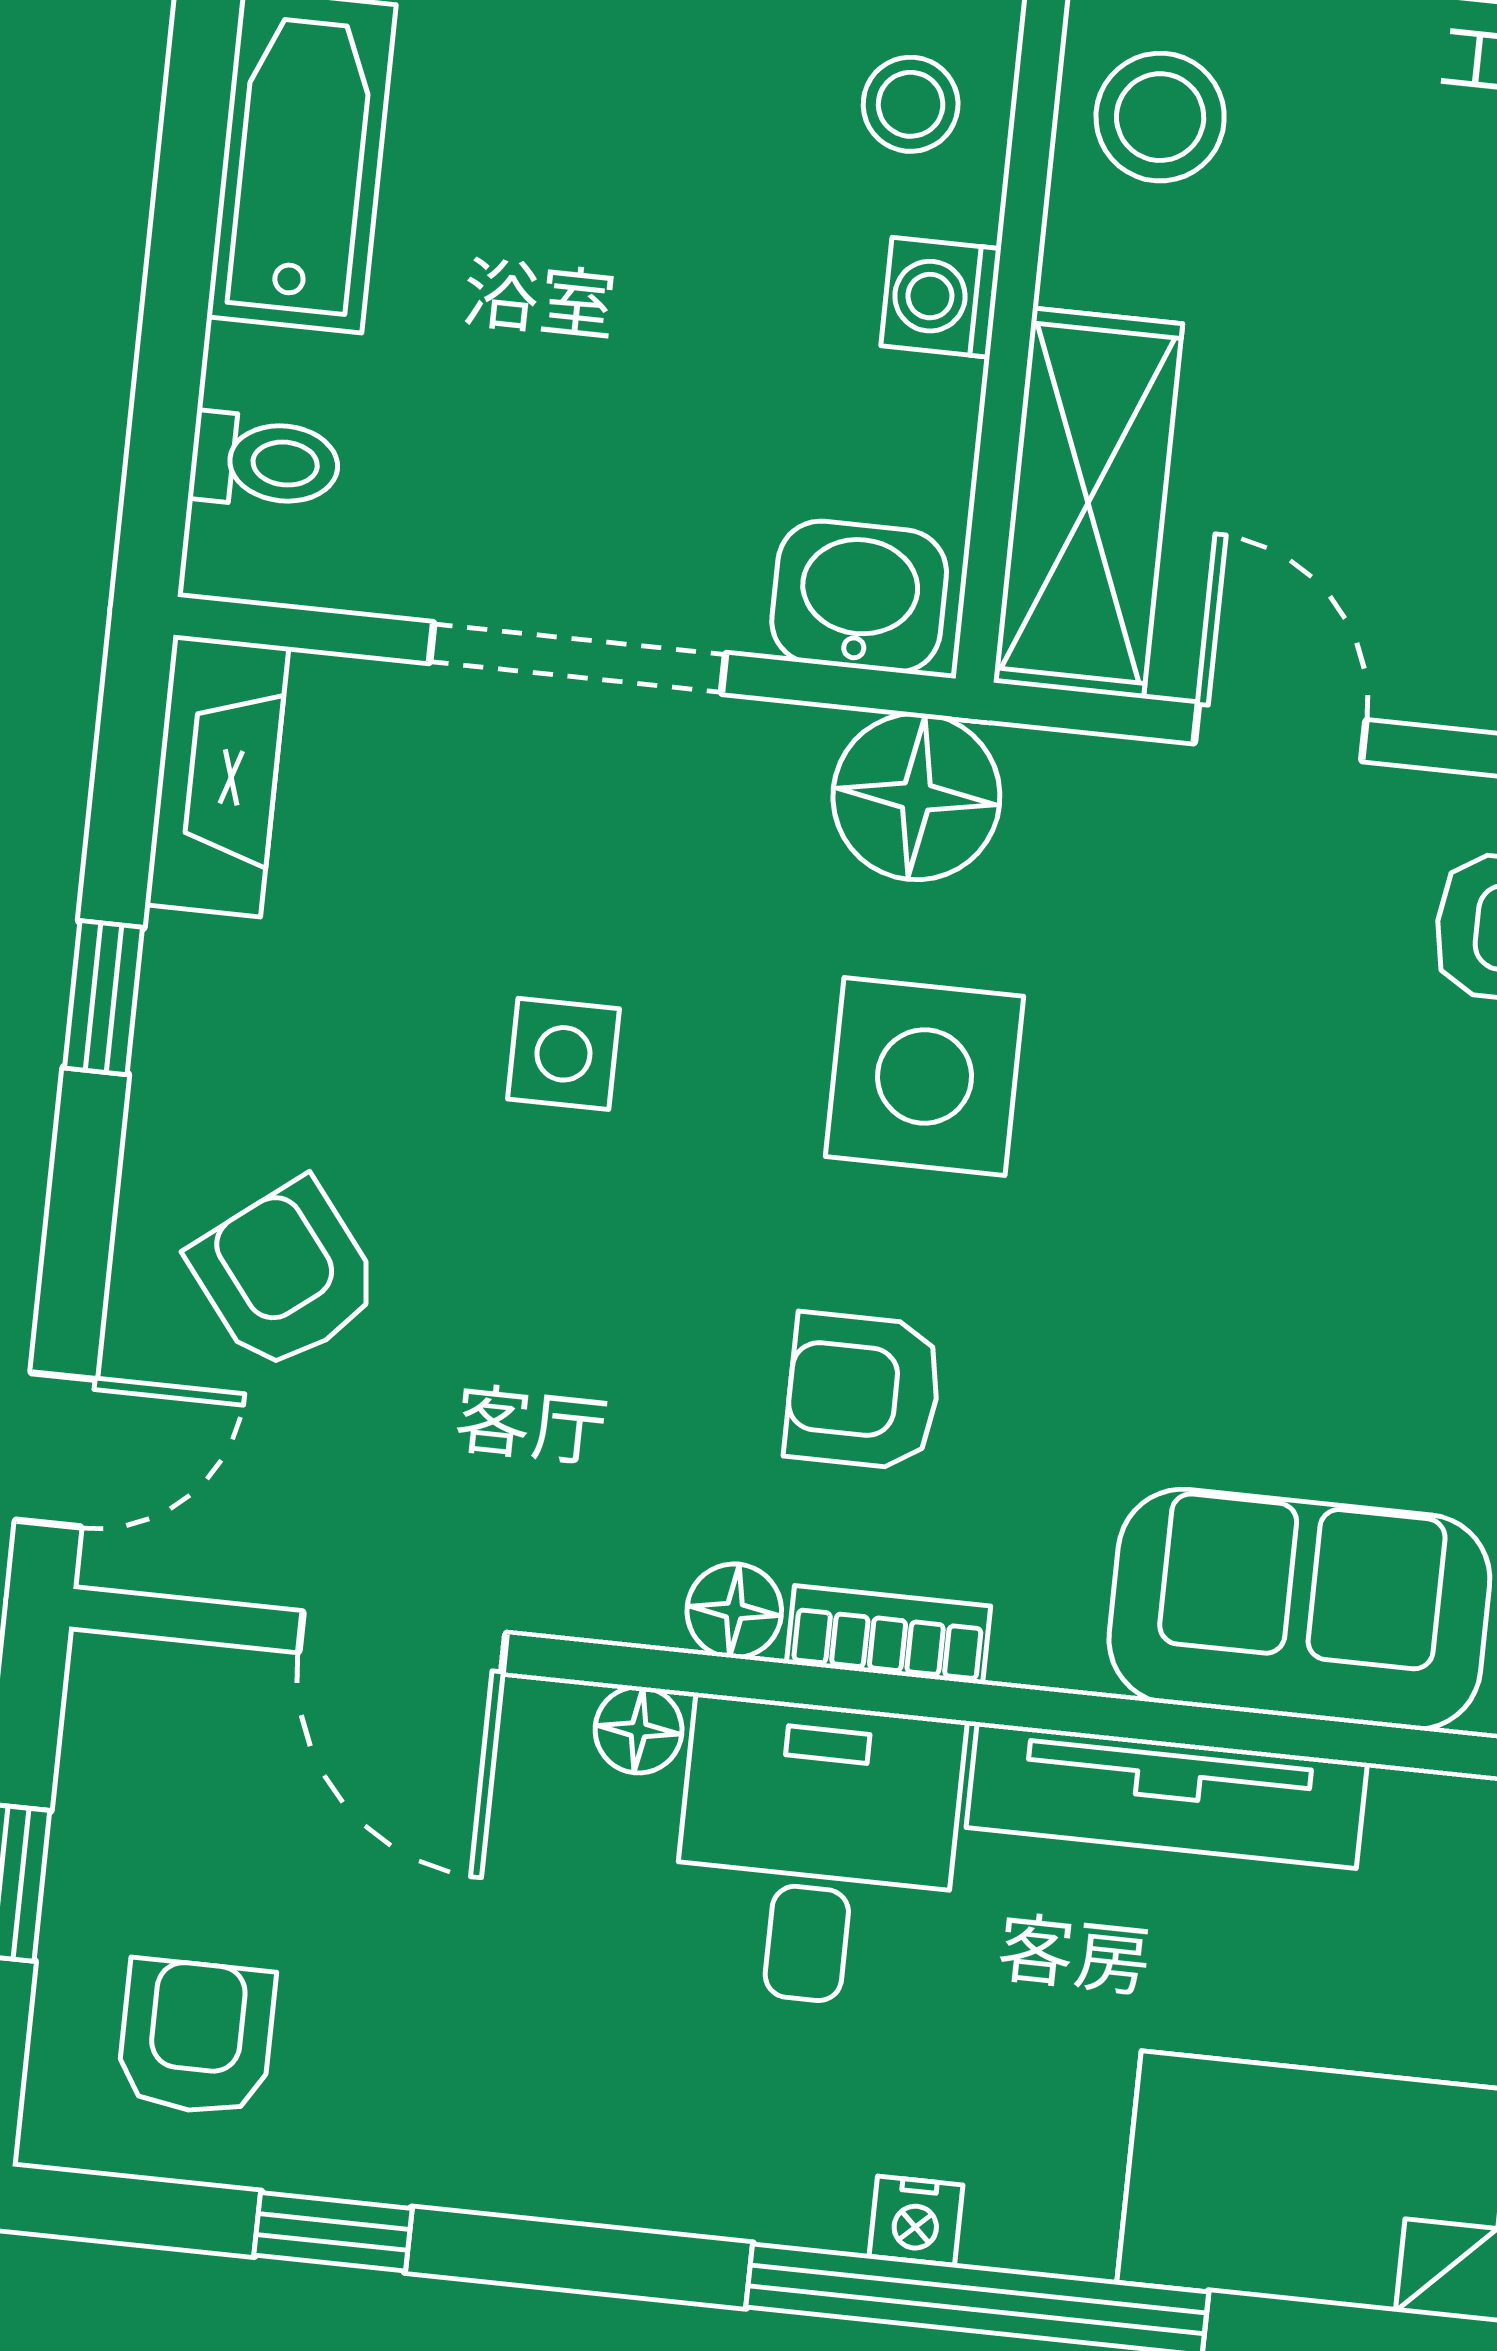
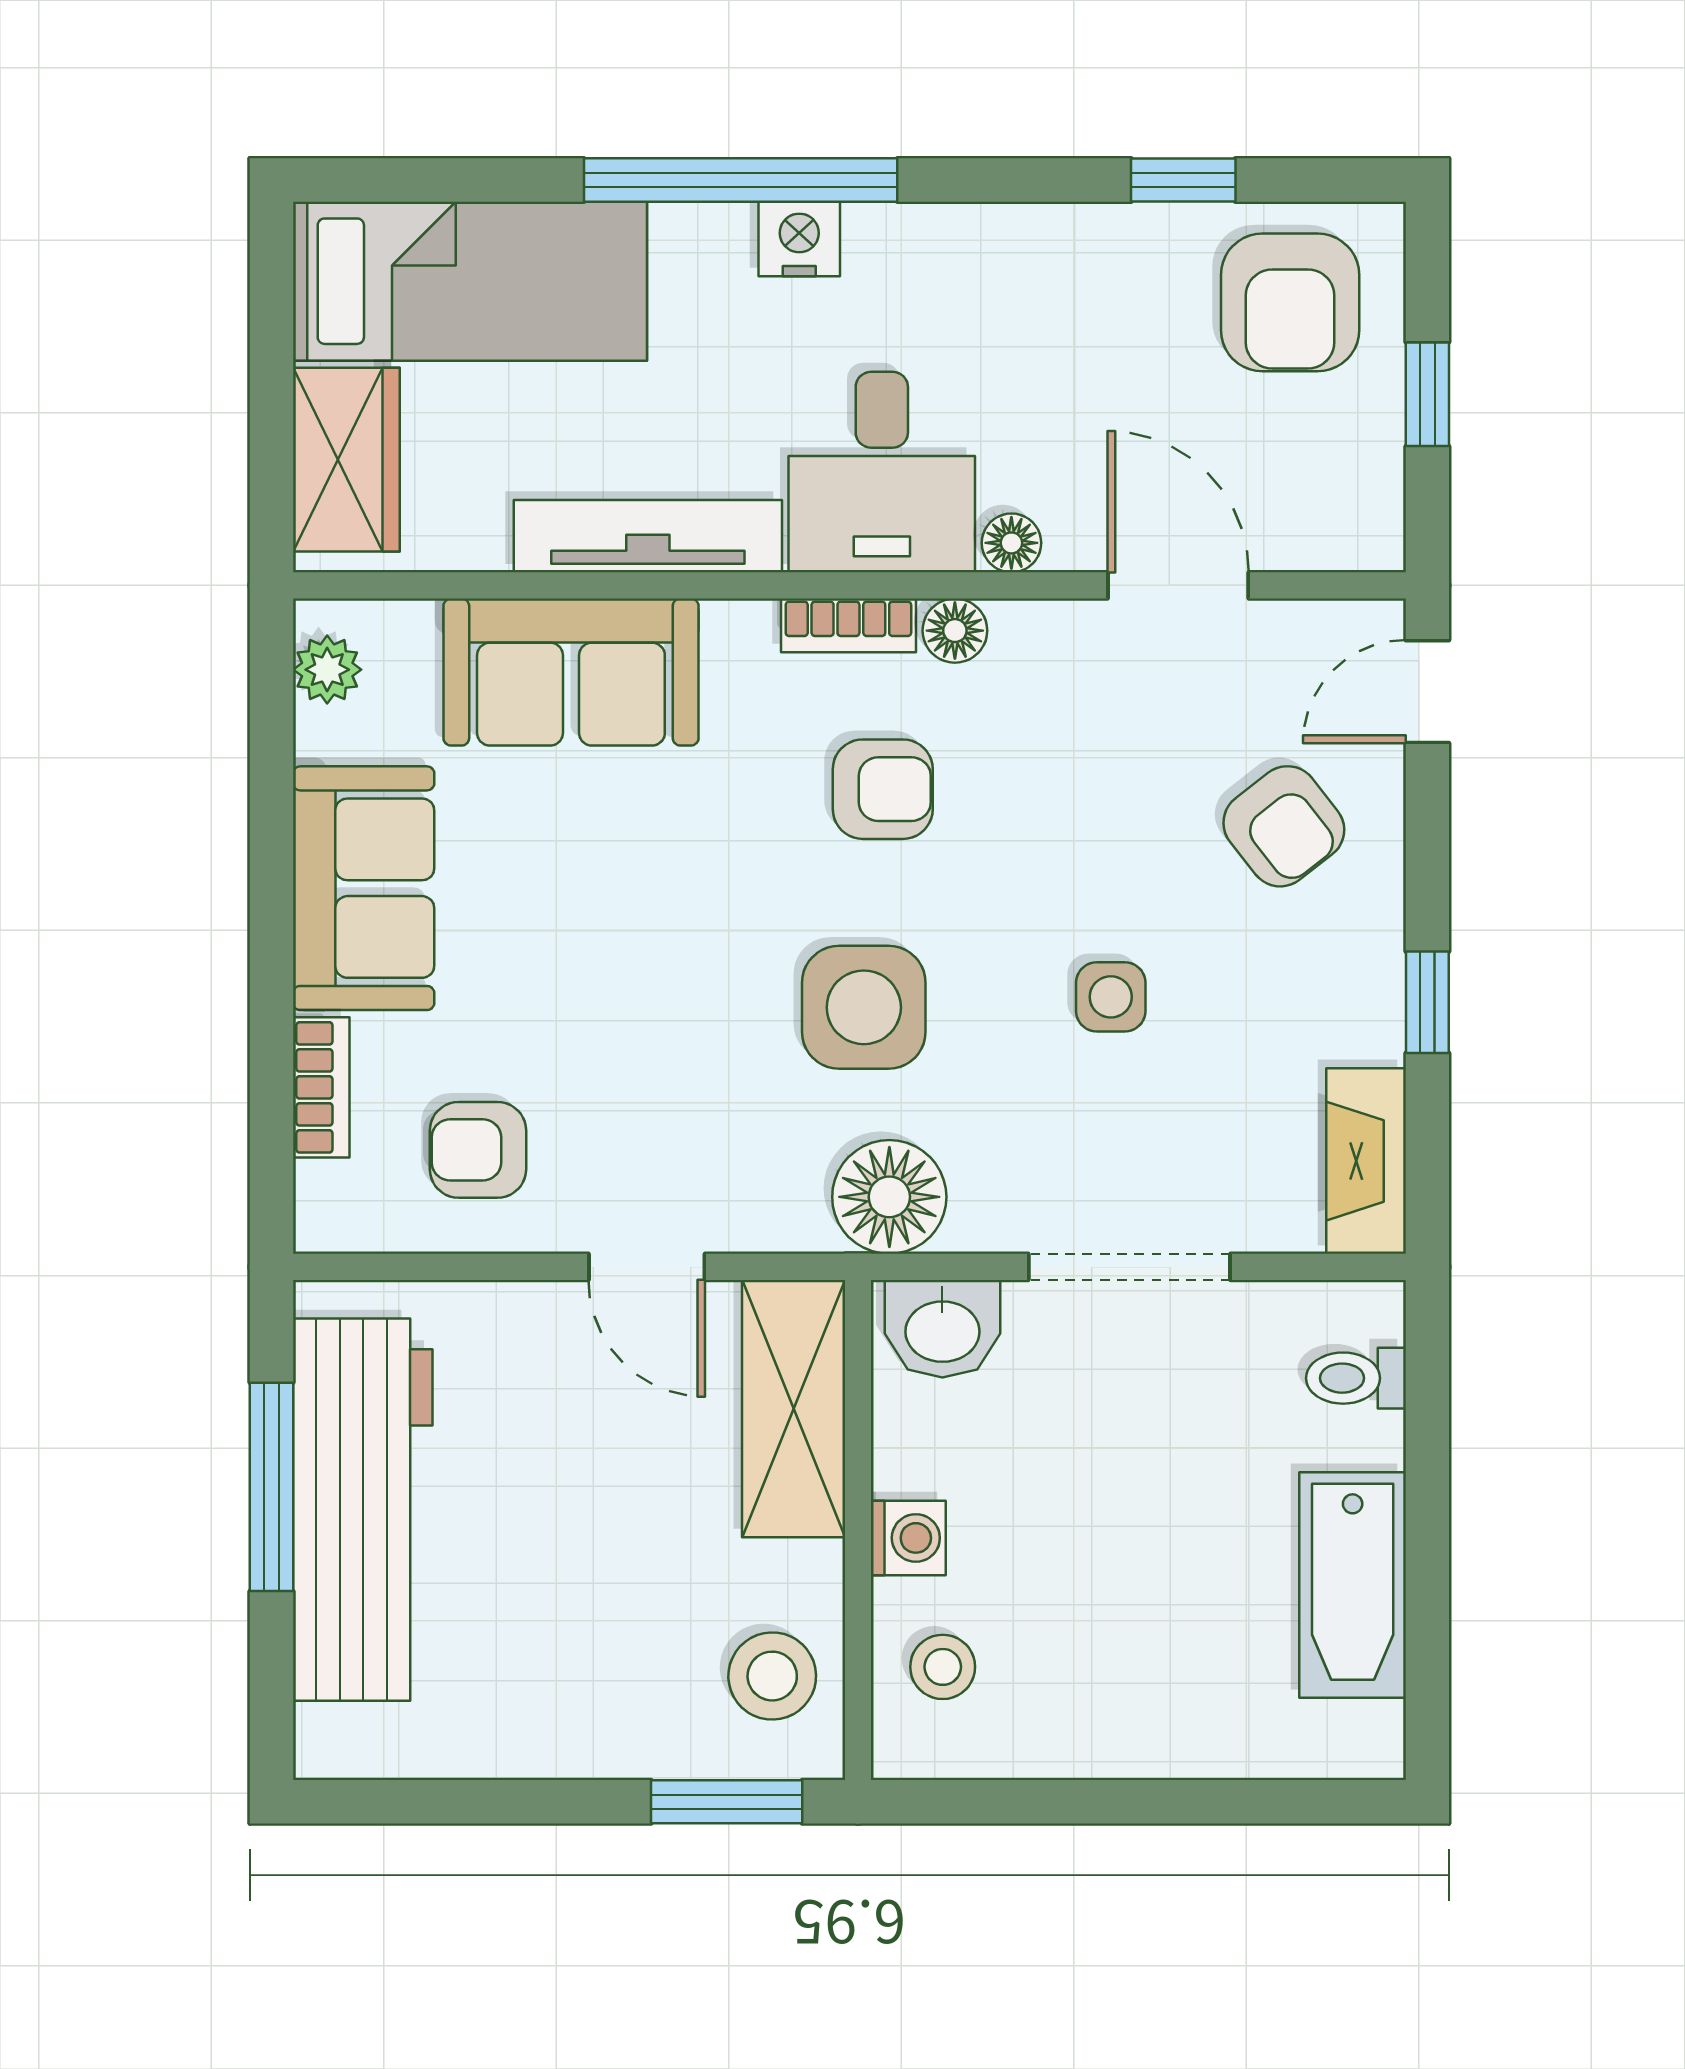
armchair: (196, 2037) -> (1290, 302), width x1.38, depth x1.38
nightstand: (916, 2221) -> (799, 239), width x1.39, depth x1.35

